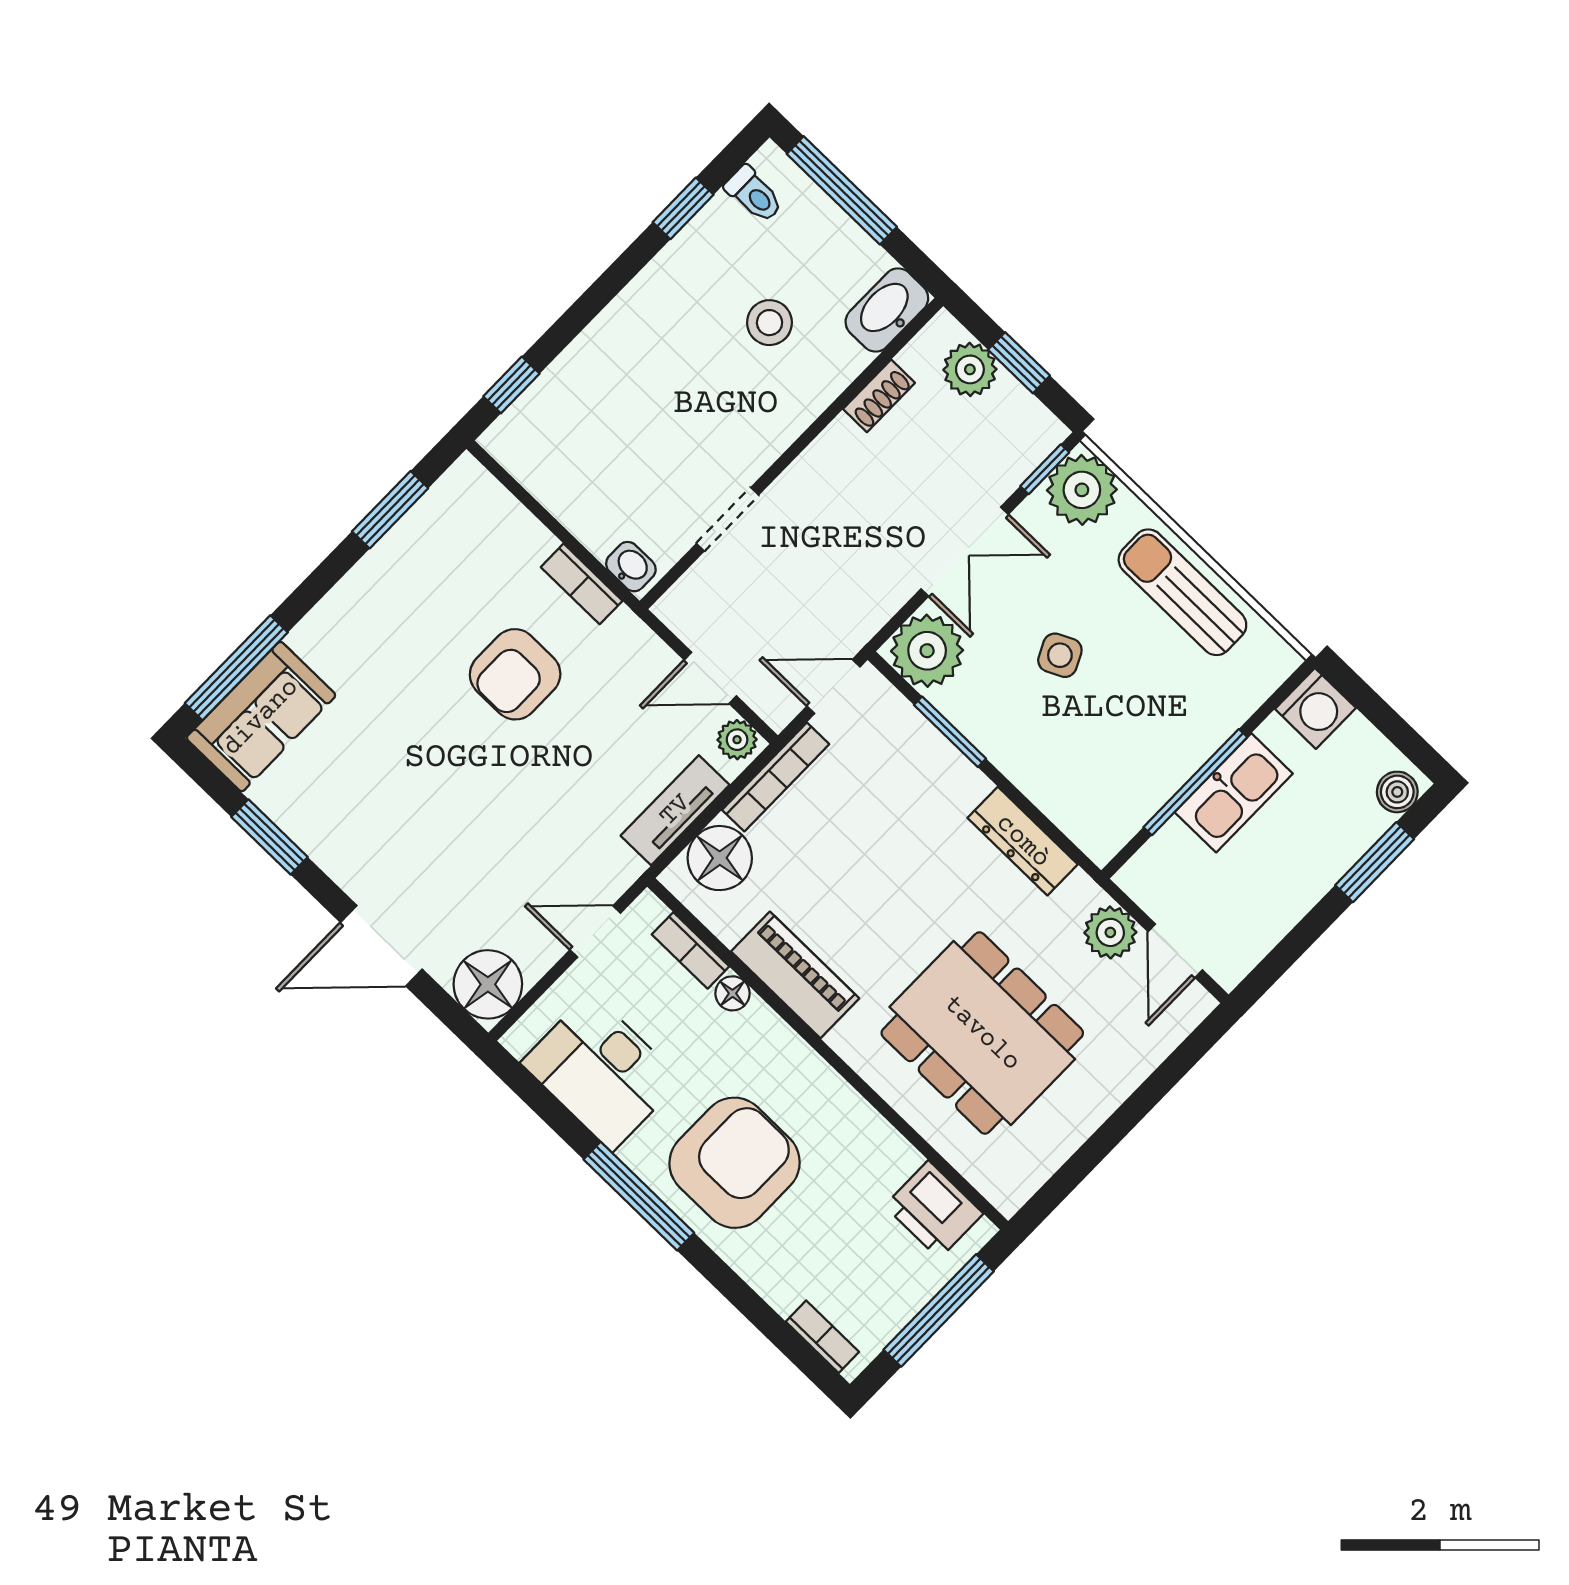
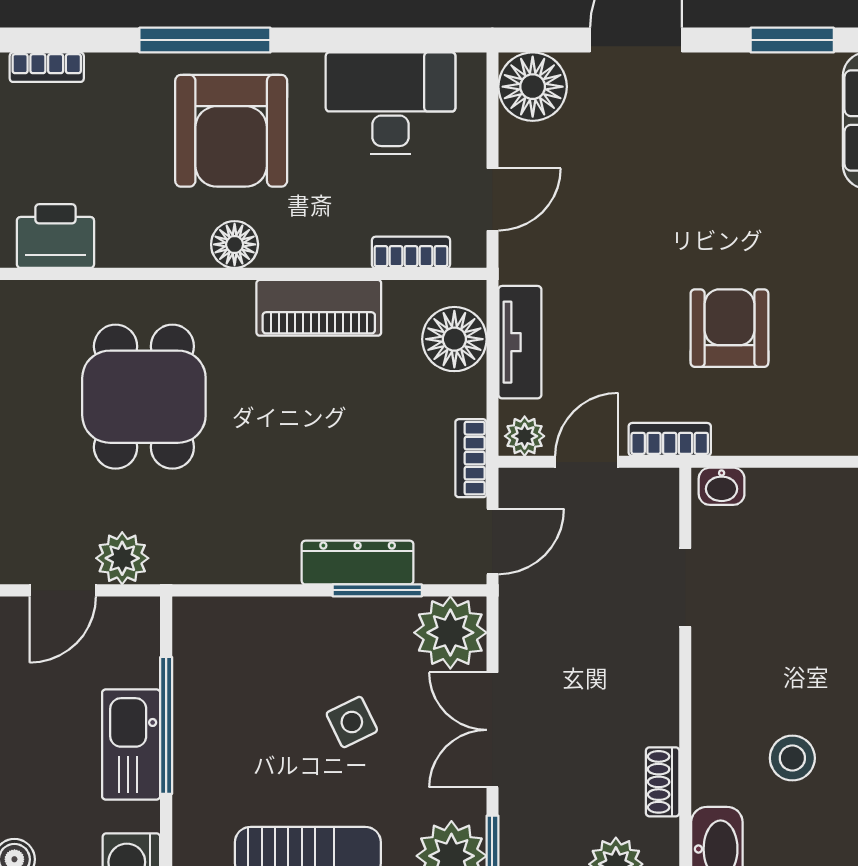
bookcase: (582, 584) -> (670, 439), moved
bookcase: (776, 777) -> (471, 458), width x0.64
dresser: (1023, 841) -> (358, 563), moved
door: (1175, 951) -> (63, 590), swing flipped
floor lamp: (732, 993) -> (235, 244), moved, width x1.37, depth x1.37
dining table: (982, 1033) -> (144, 397), width x0.73
window: (639, 1196) -> (205, 40), moved

